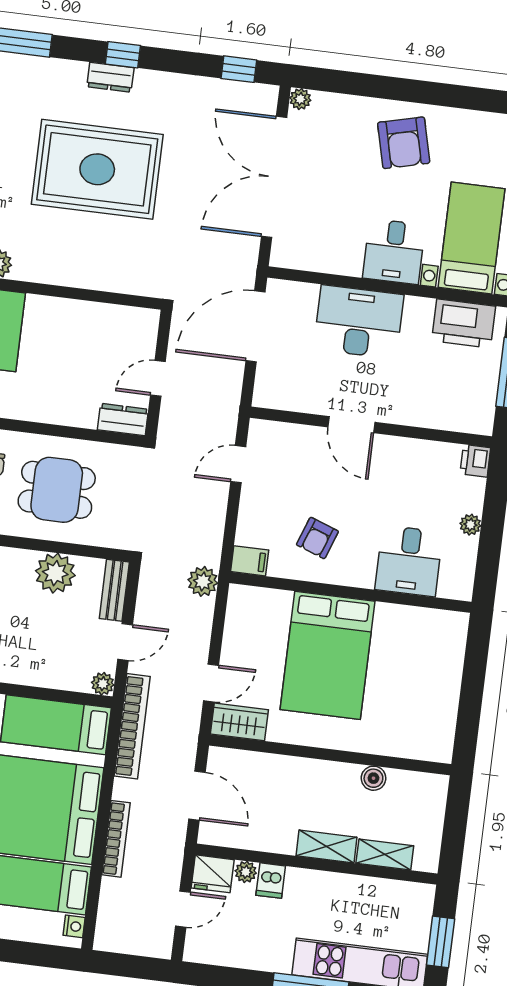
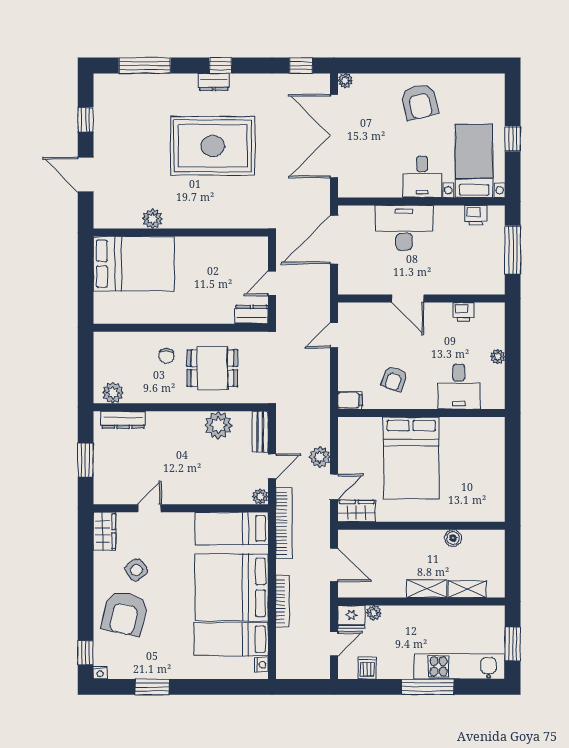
printer: (464, 324) -> (476, 215), width x0.53, depth x0.68
printer: (475, 461) -> (463, 312), moved, turned -90
plant: (203, 581) -> (320, 457), moved
dishwasher: (271, 881) -> (367, 668), moved, turned 180

